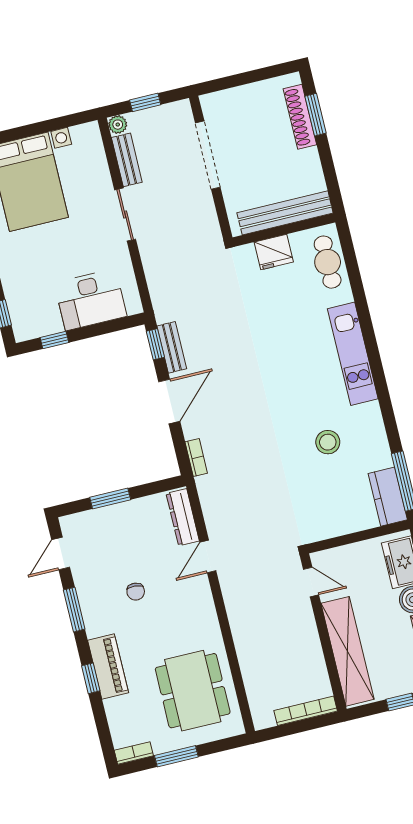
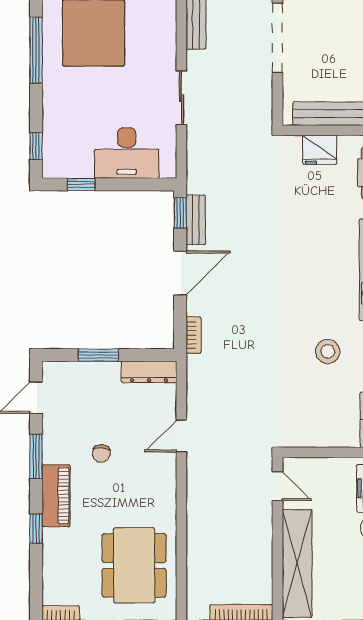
sliding door: (125, 215) -> (181, 98), moved
dresser: (183, 517) -> (149, 372), moved, turned -90
piano: (108, 667) -> (56, 496), moved

